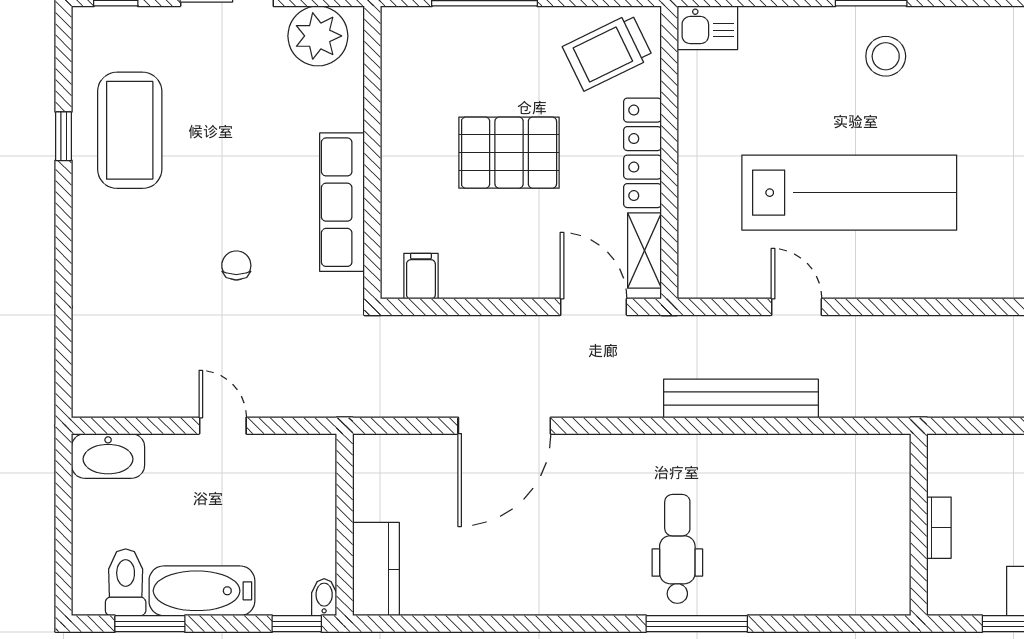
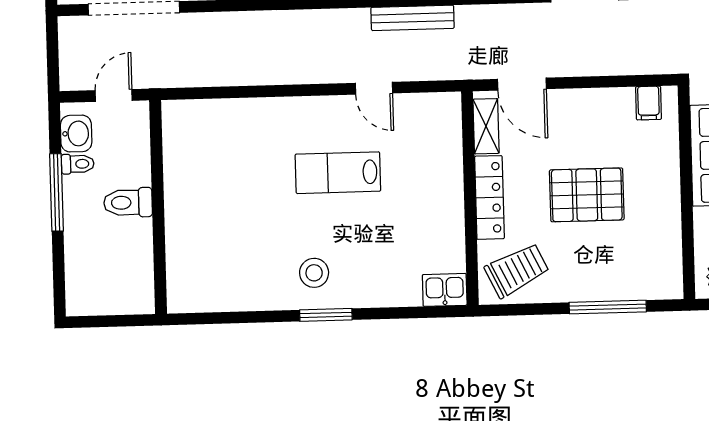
lab bench: (849, 193) -> (338, 173), width x0.54, depth x0.72
bench: (741, 398) -> (413, 18), width x0.73, depth x0.82

